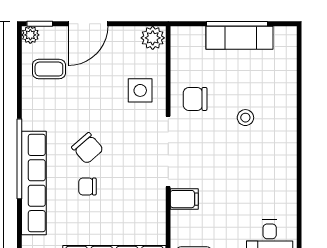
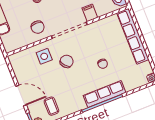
plant: (153, 38) -> (15, 60), removed
chair: (88, 148) -> (67, 61), moved
row of seats: (34, 183) -> (104, 94), width x0.73

